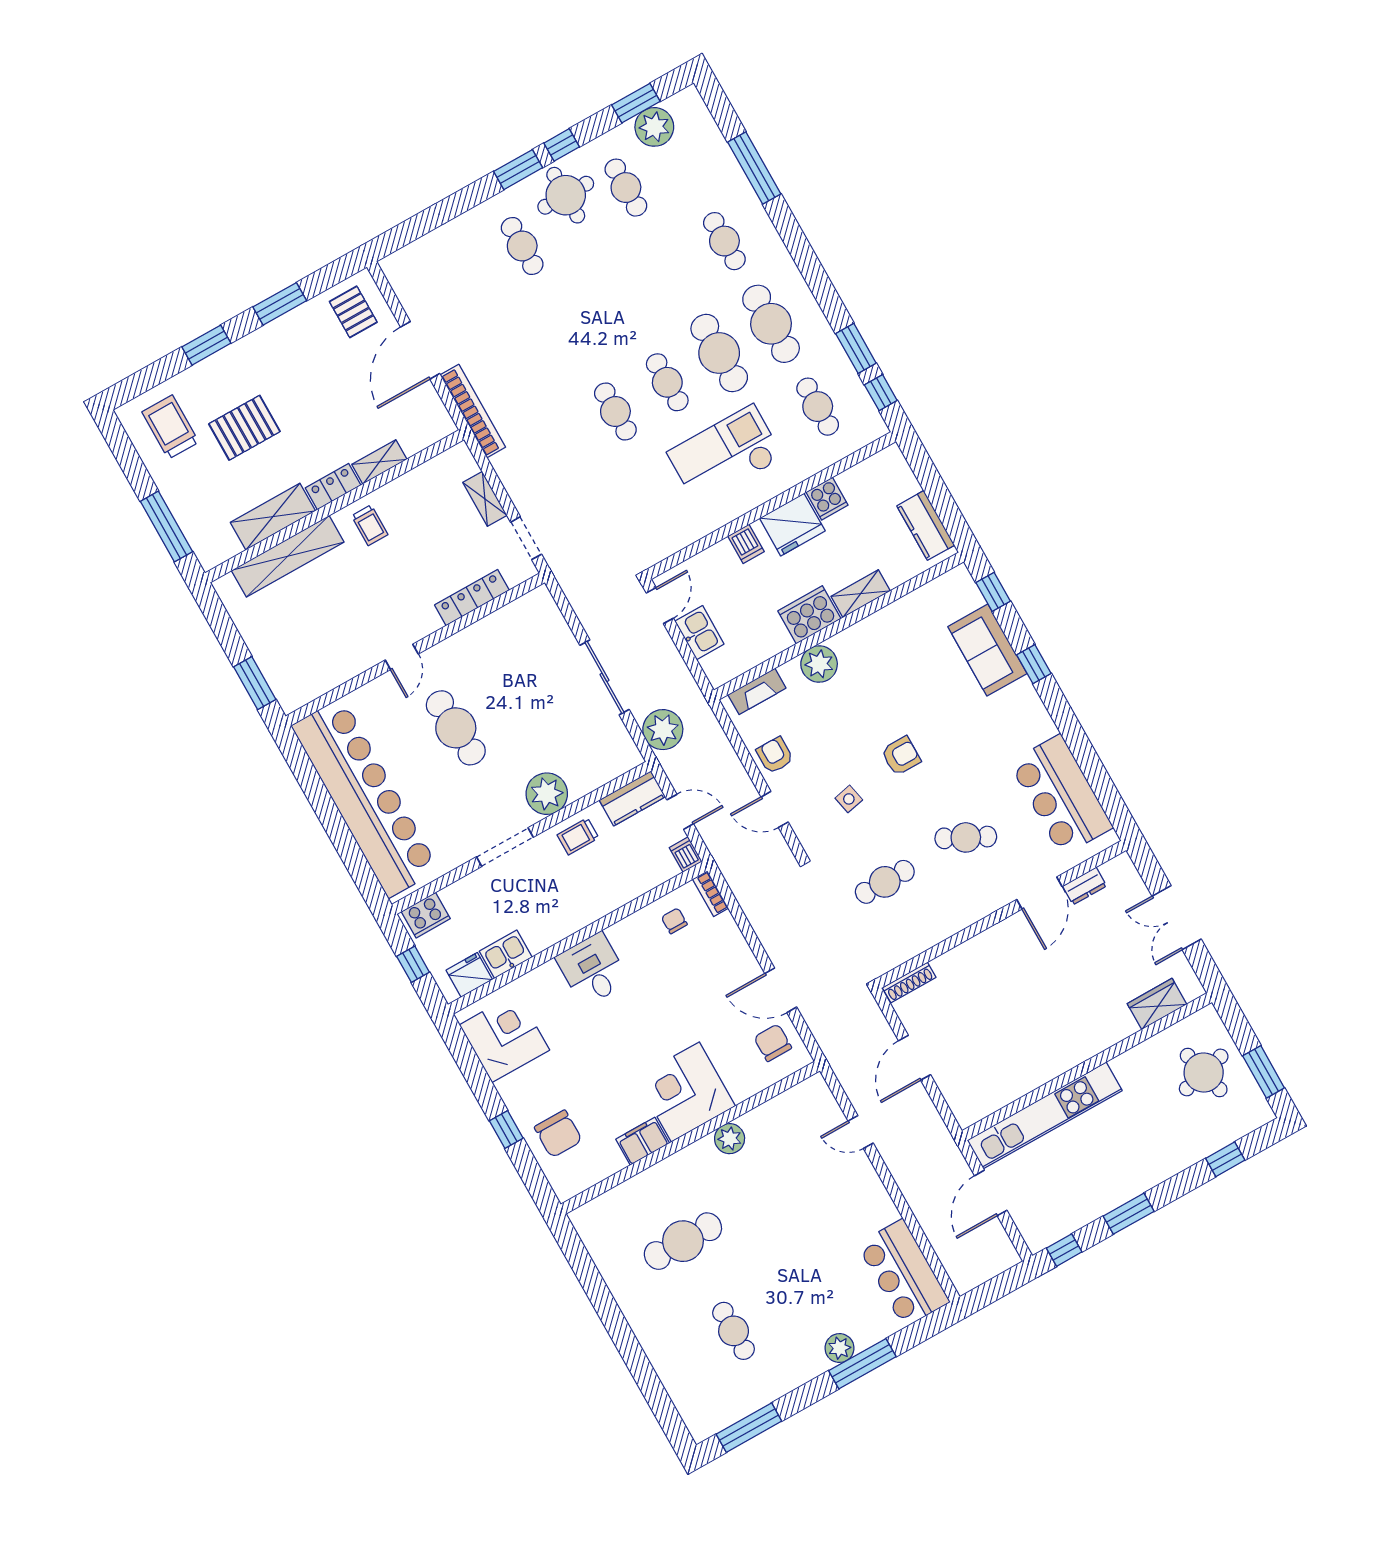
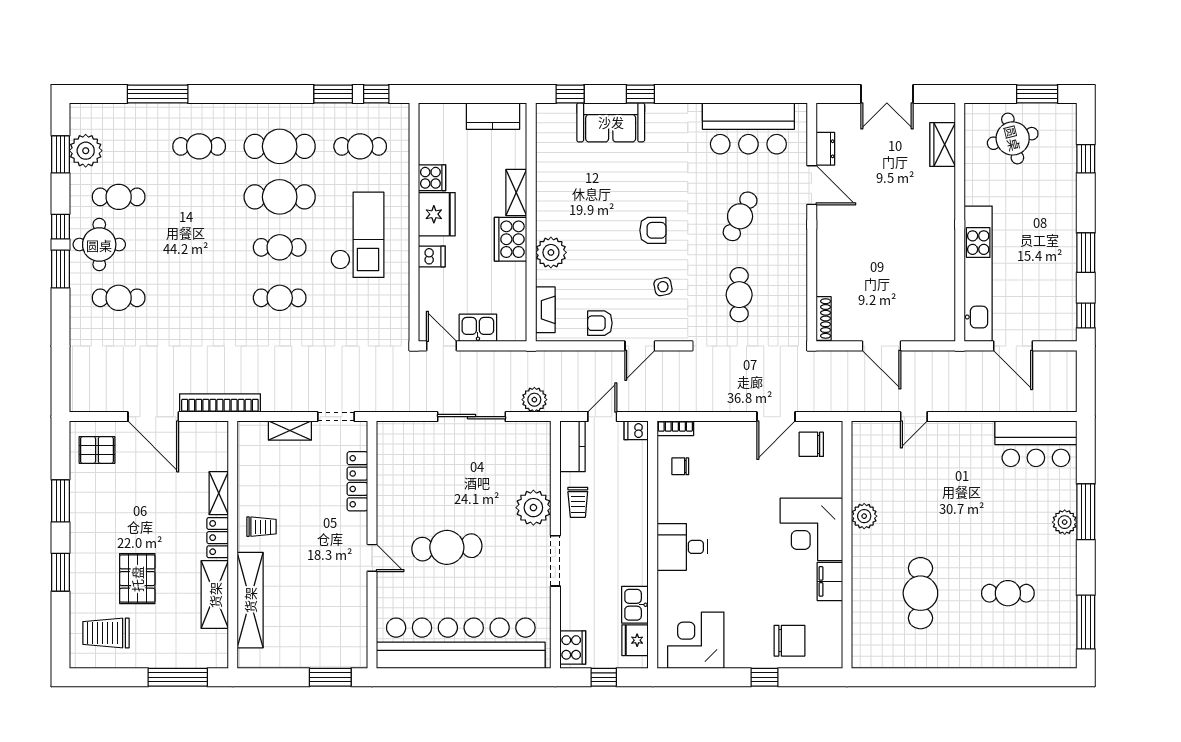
checkout: (725, 455) -> (357, 235), turned 180
plant: (663, 730) -> (534, 400), width x0.73, depth x0.73
armchair: (901, 756) -> (653, 230), turned 90

